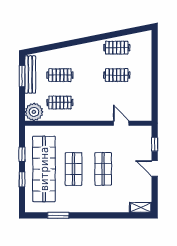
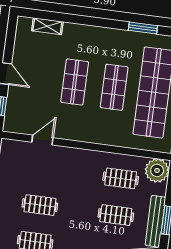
door: (121, 123) -> (42, 140), swing flipped
shelving: (141, 207) -> (47, 26), moved

